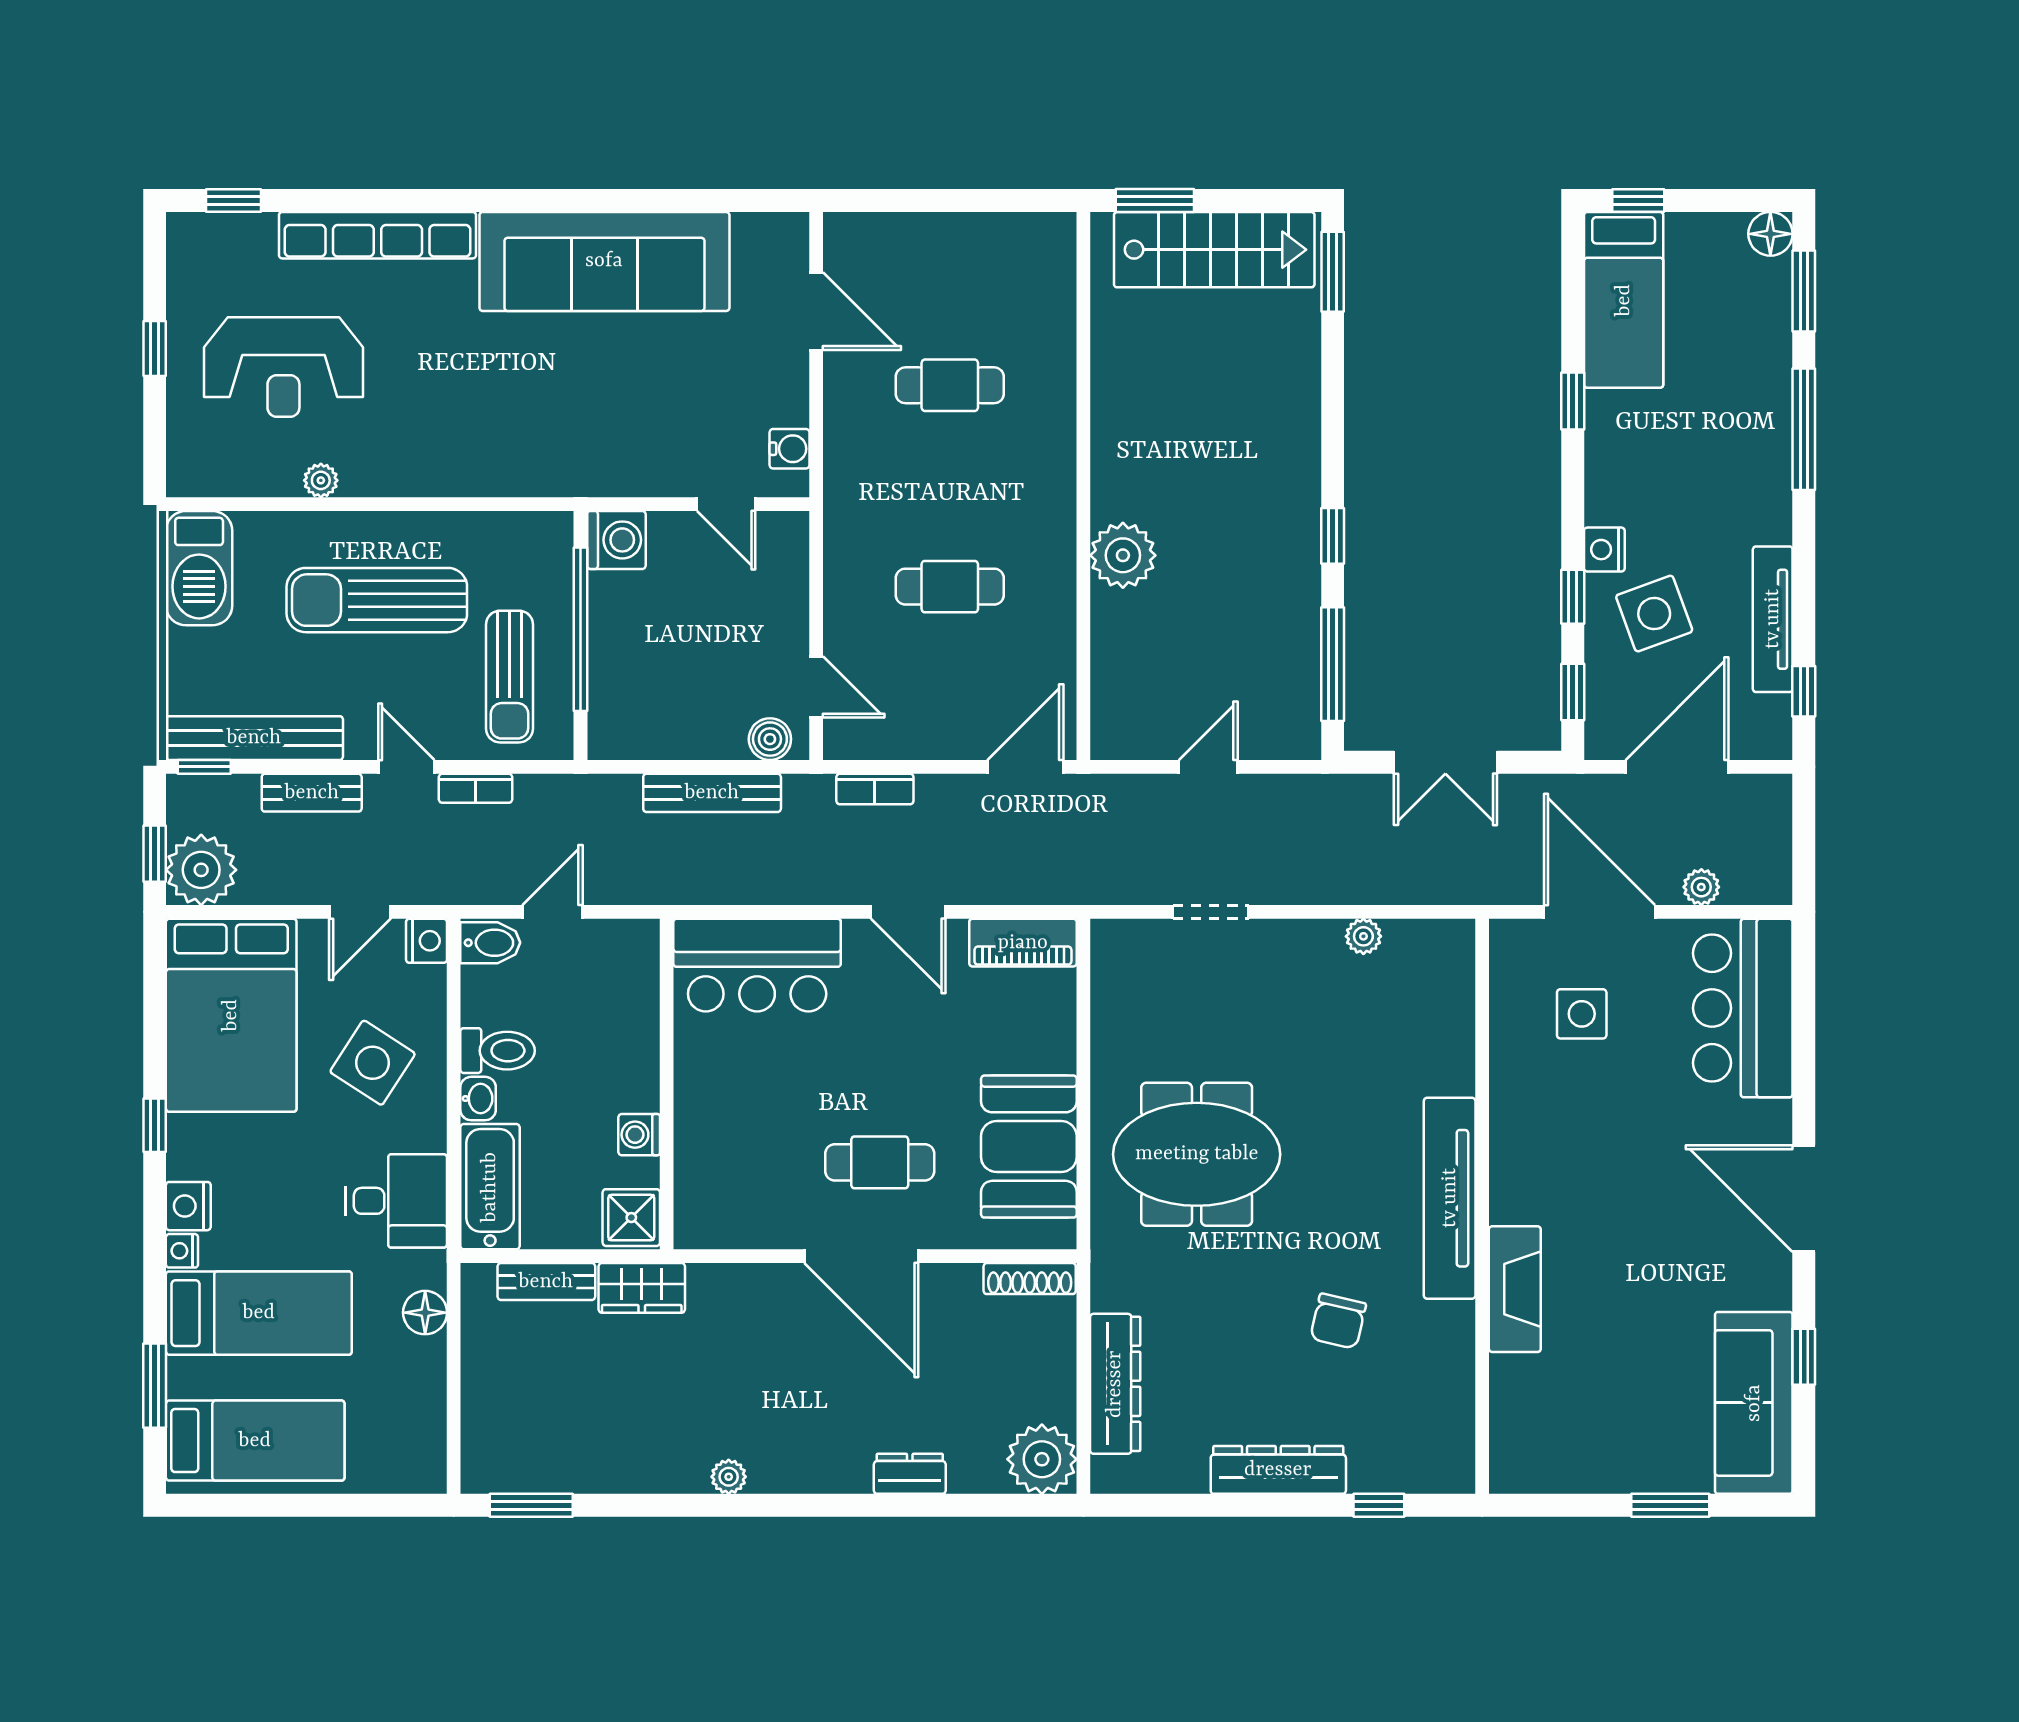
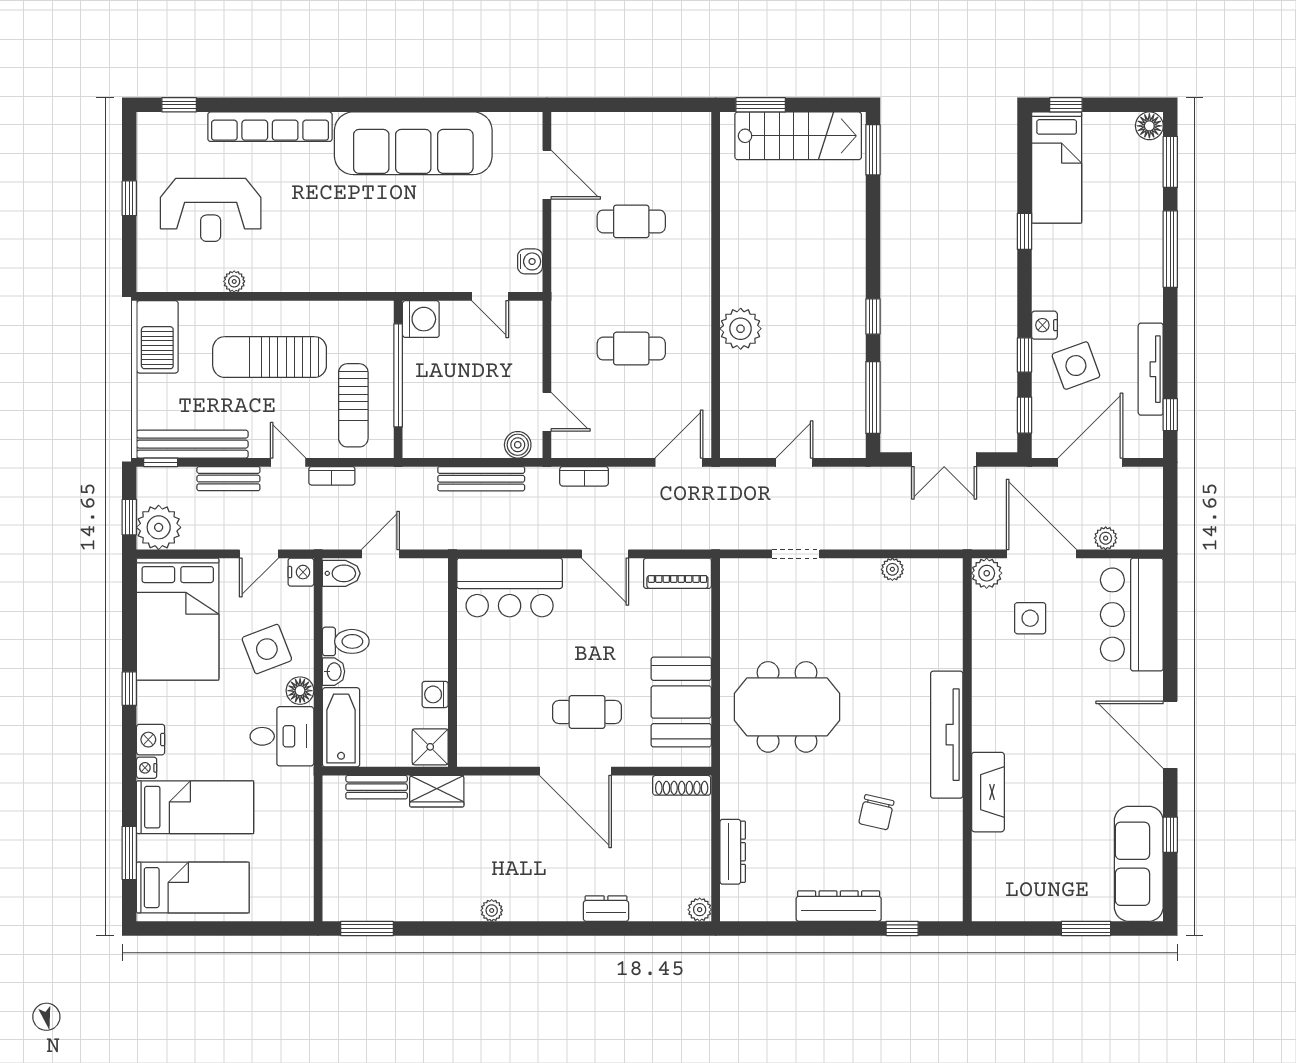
plant: (1513, 943) -> (987, 573), added
side table: (373, 1063) -> (267, 649), turned 36
floor lamp: (425, 1313) -> (300, 691), moved
dresser: (1115, 1384) -> (733, 852), width x0.73, depth x0.80
plant: (1042, 1459) -> (700, 910), width x0.53, depth x0.53

